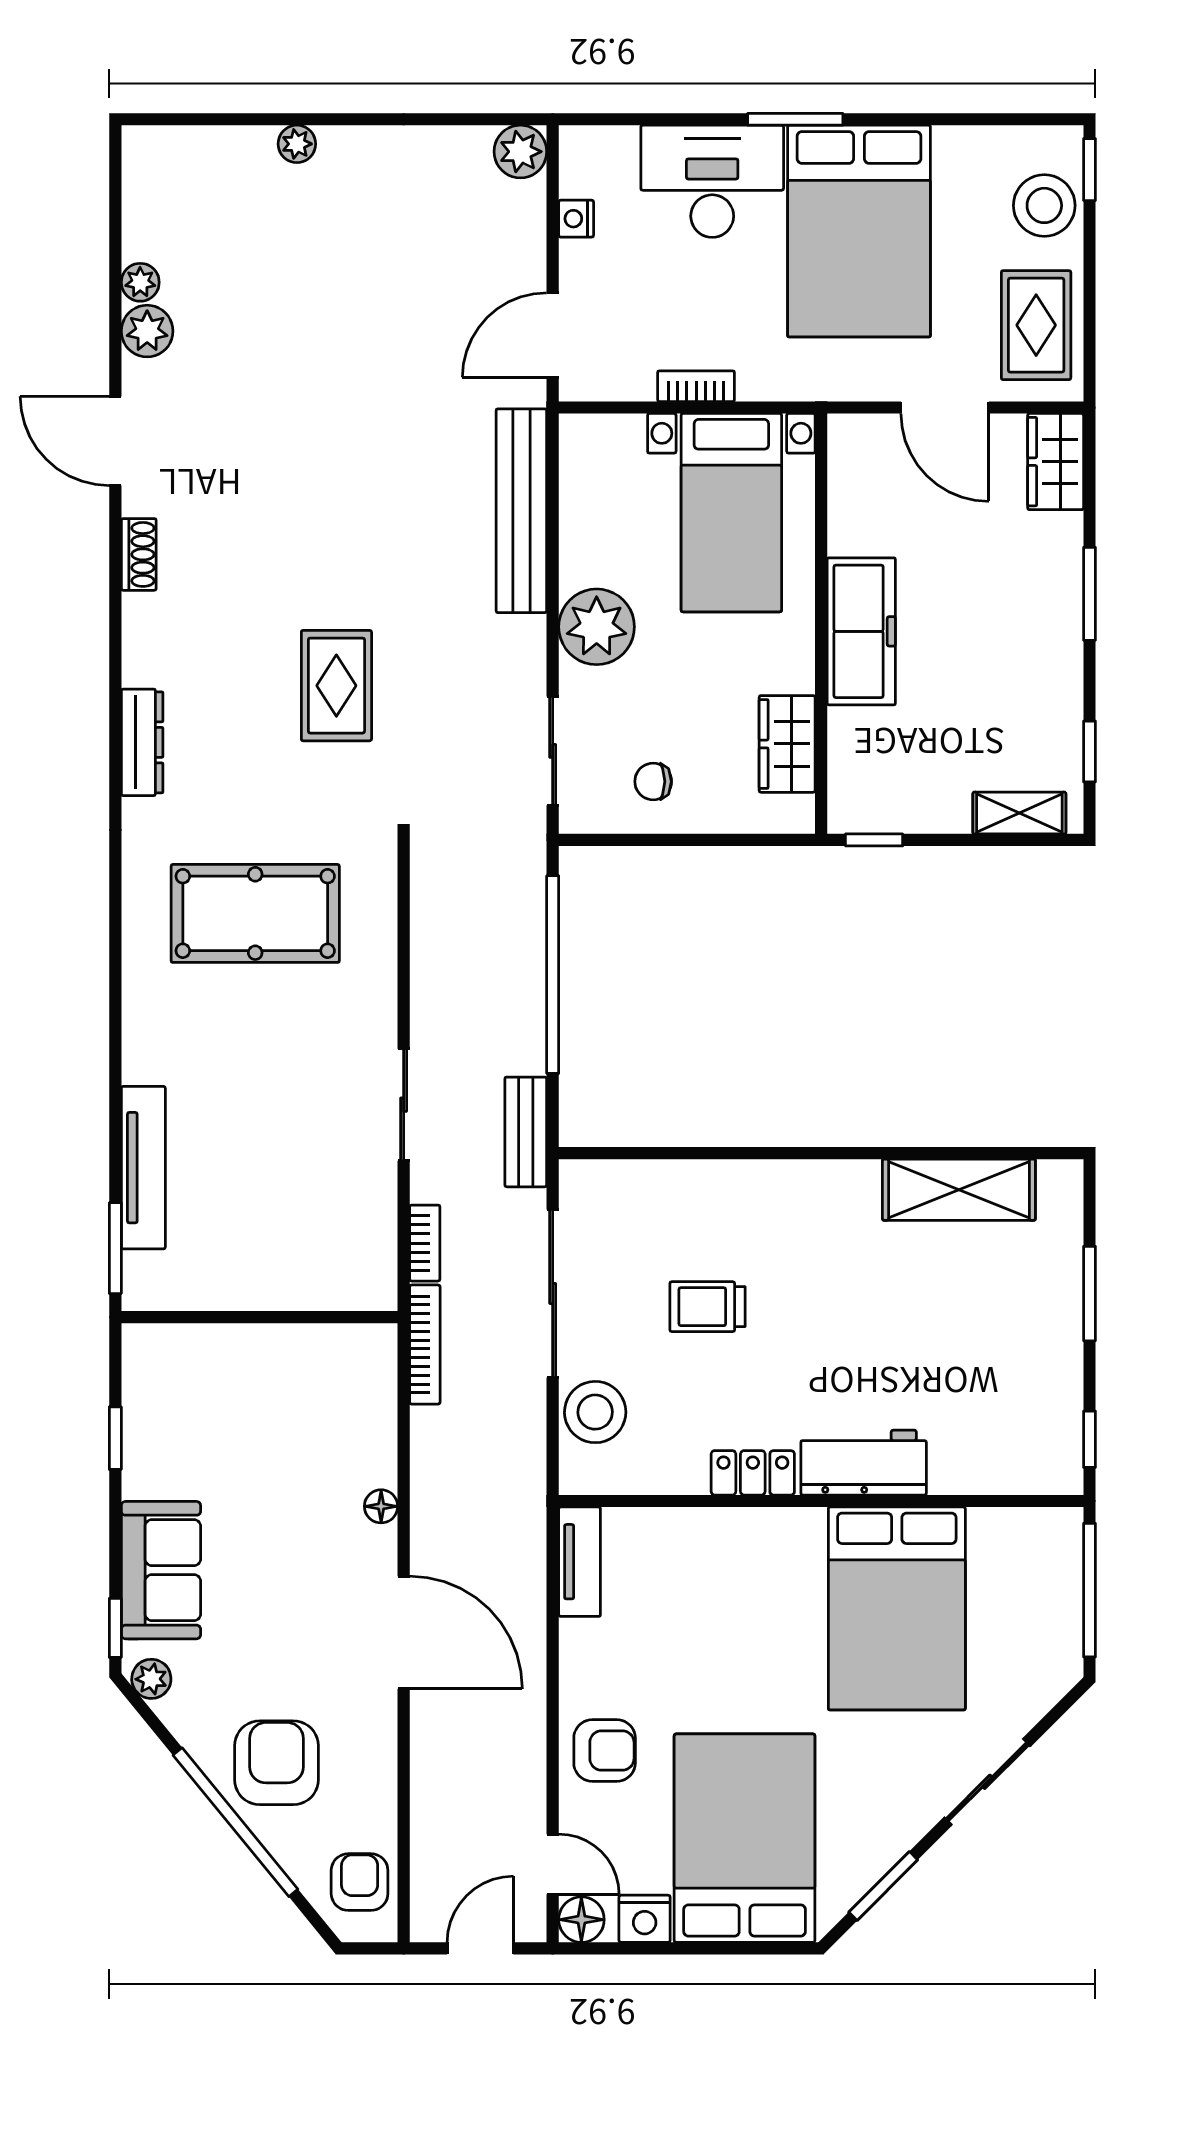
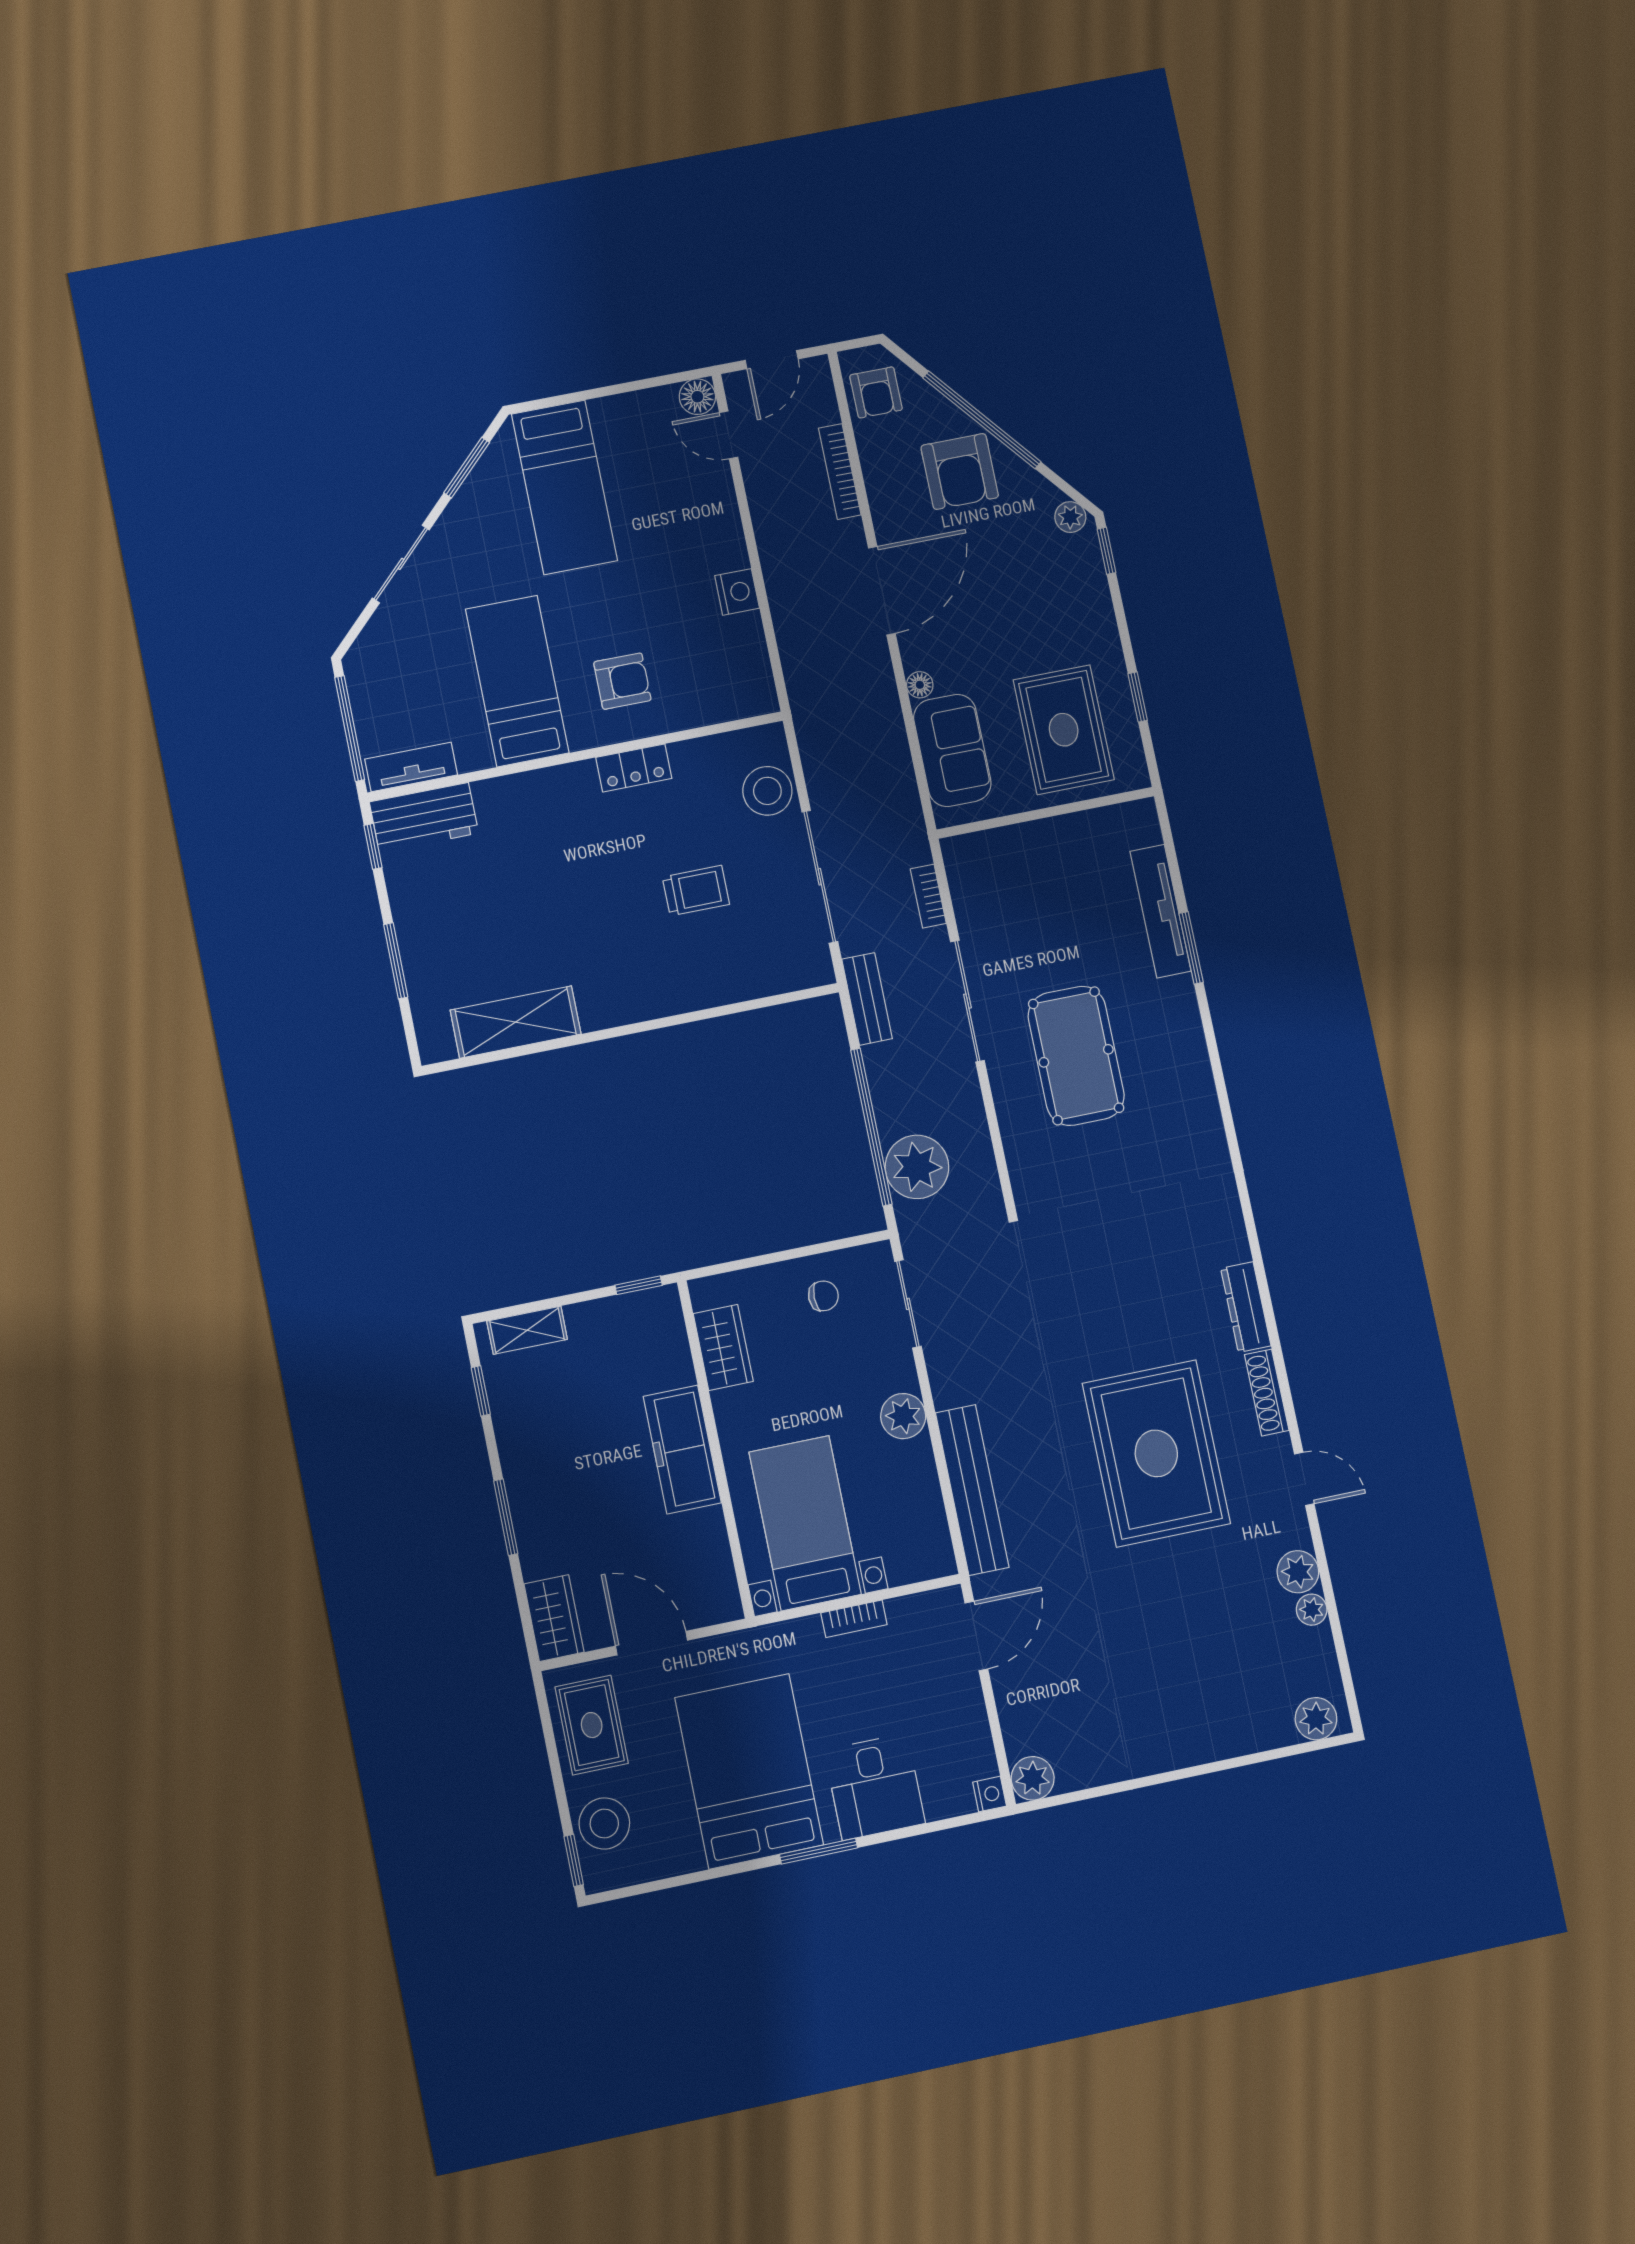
plant: (297, 144) -> (1316, 1719), moved, width x1.38, depth x1.38
desk: (712, 181) -> (875, 1787), width x0.73
nightstand: (576, 219) -> (990, 1794), moved
door: (115, 441) -> (1304, 1479), width x0.73
shoe rack: (139, 554) -> (1267, 1393), width x1.43
plant: (597, 627) -> (903, 1416), width x0.73, depth x0.73
rug: (336, 686) -> (1156, 1453), moved, width x1.86, depth x2.06
dresser: (142, 742) -> (1246, 1307), moved
pool table: (255, 913) -> (1076, 1056), moved, turned 90
plant: (507, 915) -> (917, 1167), added
sliding door: (404, 1105) -> (967, 1001), width x1.37
window: (115, 1248) -> (1191, 948), moved
bookcase: (425, 1345) -> (840, 471), moved
rug: (215, 1416) -> (1064, 730), added
workbench: (864, 1463) -> (424, 817), moved
tv unit: (580, 1562) -> (411, 767), moved, turned 90
sofa: (161, 1570) -> (952, 750), moved, turned 180
bed: (897, 1608) -> (517, 681), width x0.67
door: (404, 1633) -> (882, 591), swing flipped
armchair: (605, 1750) -> (622, 681), moved, turned 180
bed: (745, 1838) -> (564, 487), width x0.67
nightstand: (645, 1919) -> (737, 592), moved, turned 90

